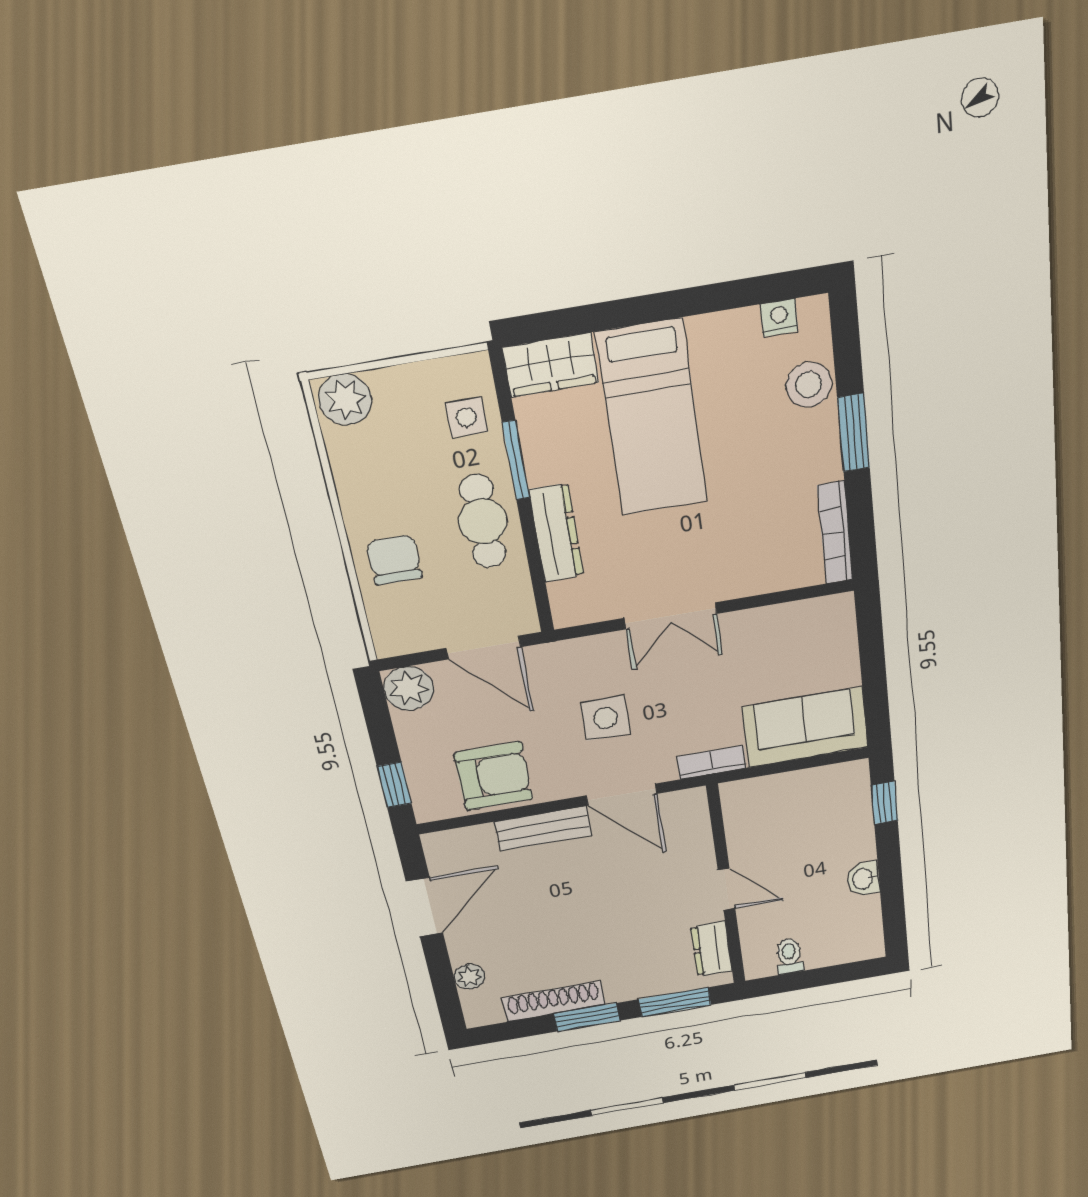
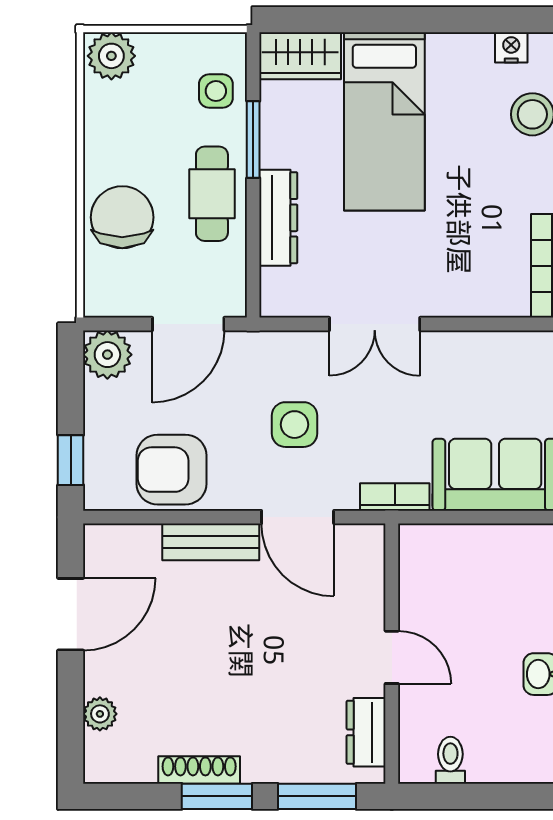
chair: (394, 560) -> (122, 217), width x1.37, depth x1.37
door: (483, 648) -> (188, 324), hinge flipped
armchair: (494, 776) -> (171, 470), turned 180
shoe rack: (554, 1001) -> (199, 770), width x0.74, depth x0.81

